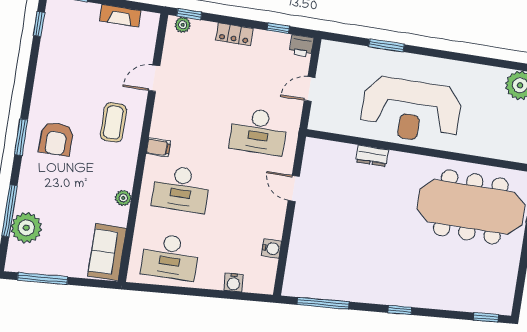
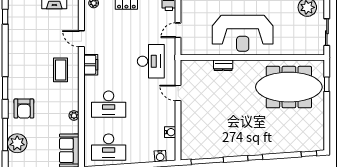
door: (154, 78) -> (81, 39), hinge flipped
desk: (259, 131) -> (151, 61), turned -90
armchair: (56, 139) -> (24, 108), moved
filing cabinet: (158, 147) -> (91, 65), moved, width x2.00
water cooler: (234, 282) -> (160, 156), moved

